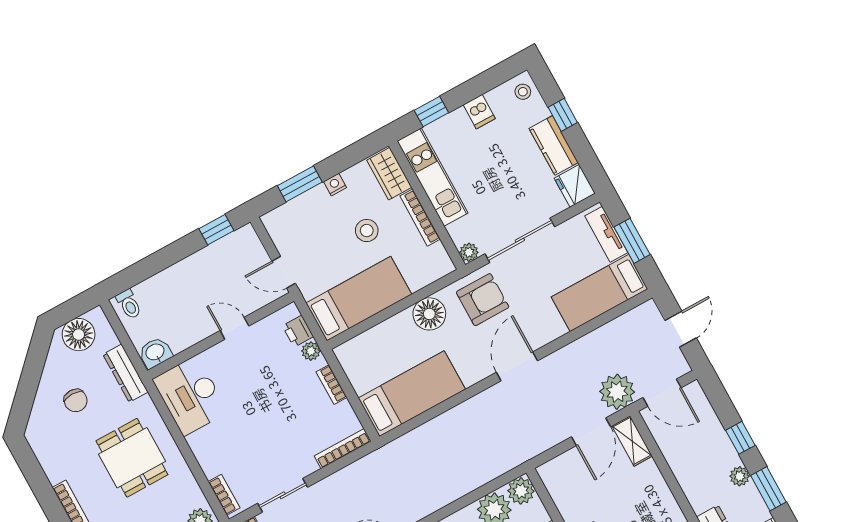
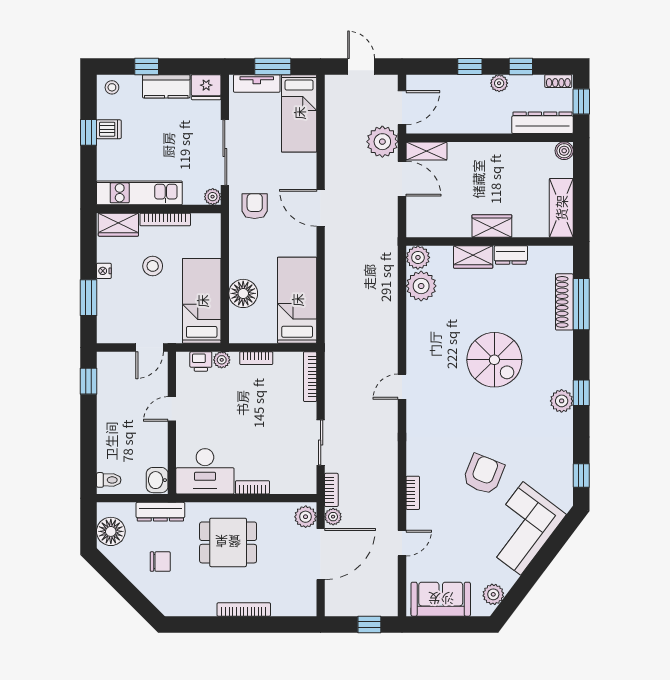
window: (431, 111) -> (88, 132), moved
armchair: (483, 300) -> (255, 206), width x0.72, depth x0.72
floor lamp: (429, 314) -> (243, 293), moved
window: (768, 489) -> (521, 66), width x0.67
bookcase: (224, 495) -> (252, 487), moved

